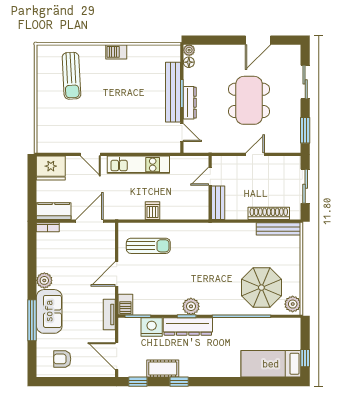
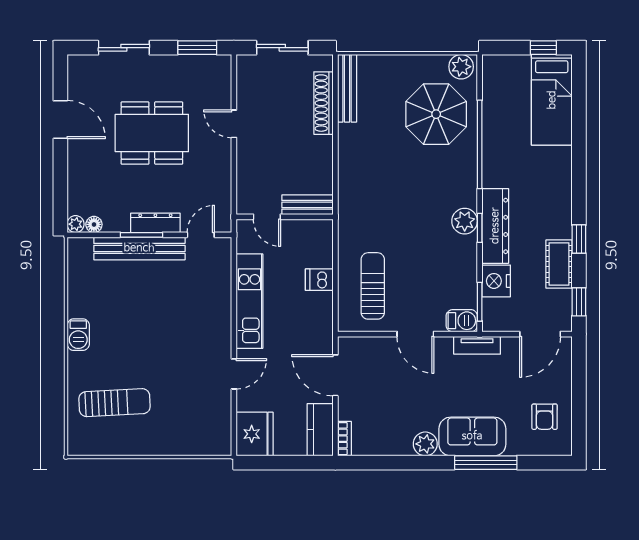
door: (210, 176) -> (267, 217), moved
wall: (210, 188) -> (285, 217), moved
bench: (218, 203) -> (307, 205), moved

